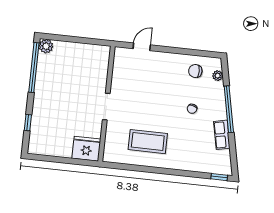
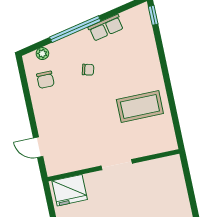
coffee table: (148, 142) -> (140, 106), turned 90
fridge: (86, 149) -> (70, 190), moved, turned -90

